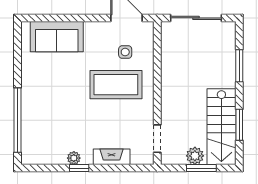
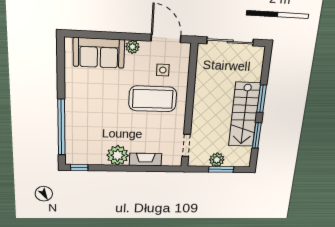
plant: (92, 29) -> (132, 47), added
window: (239, 66) -> (262, 99), moved
stairs: (221, 127) -> (244, 115), moved
plant: (74, 158) -> (118, 155), width x1.88, depth x1.88
window: (79, 168) -> (79, 168), moved

